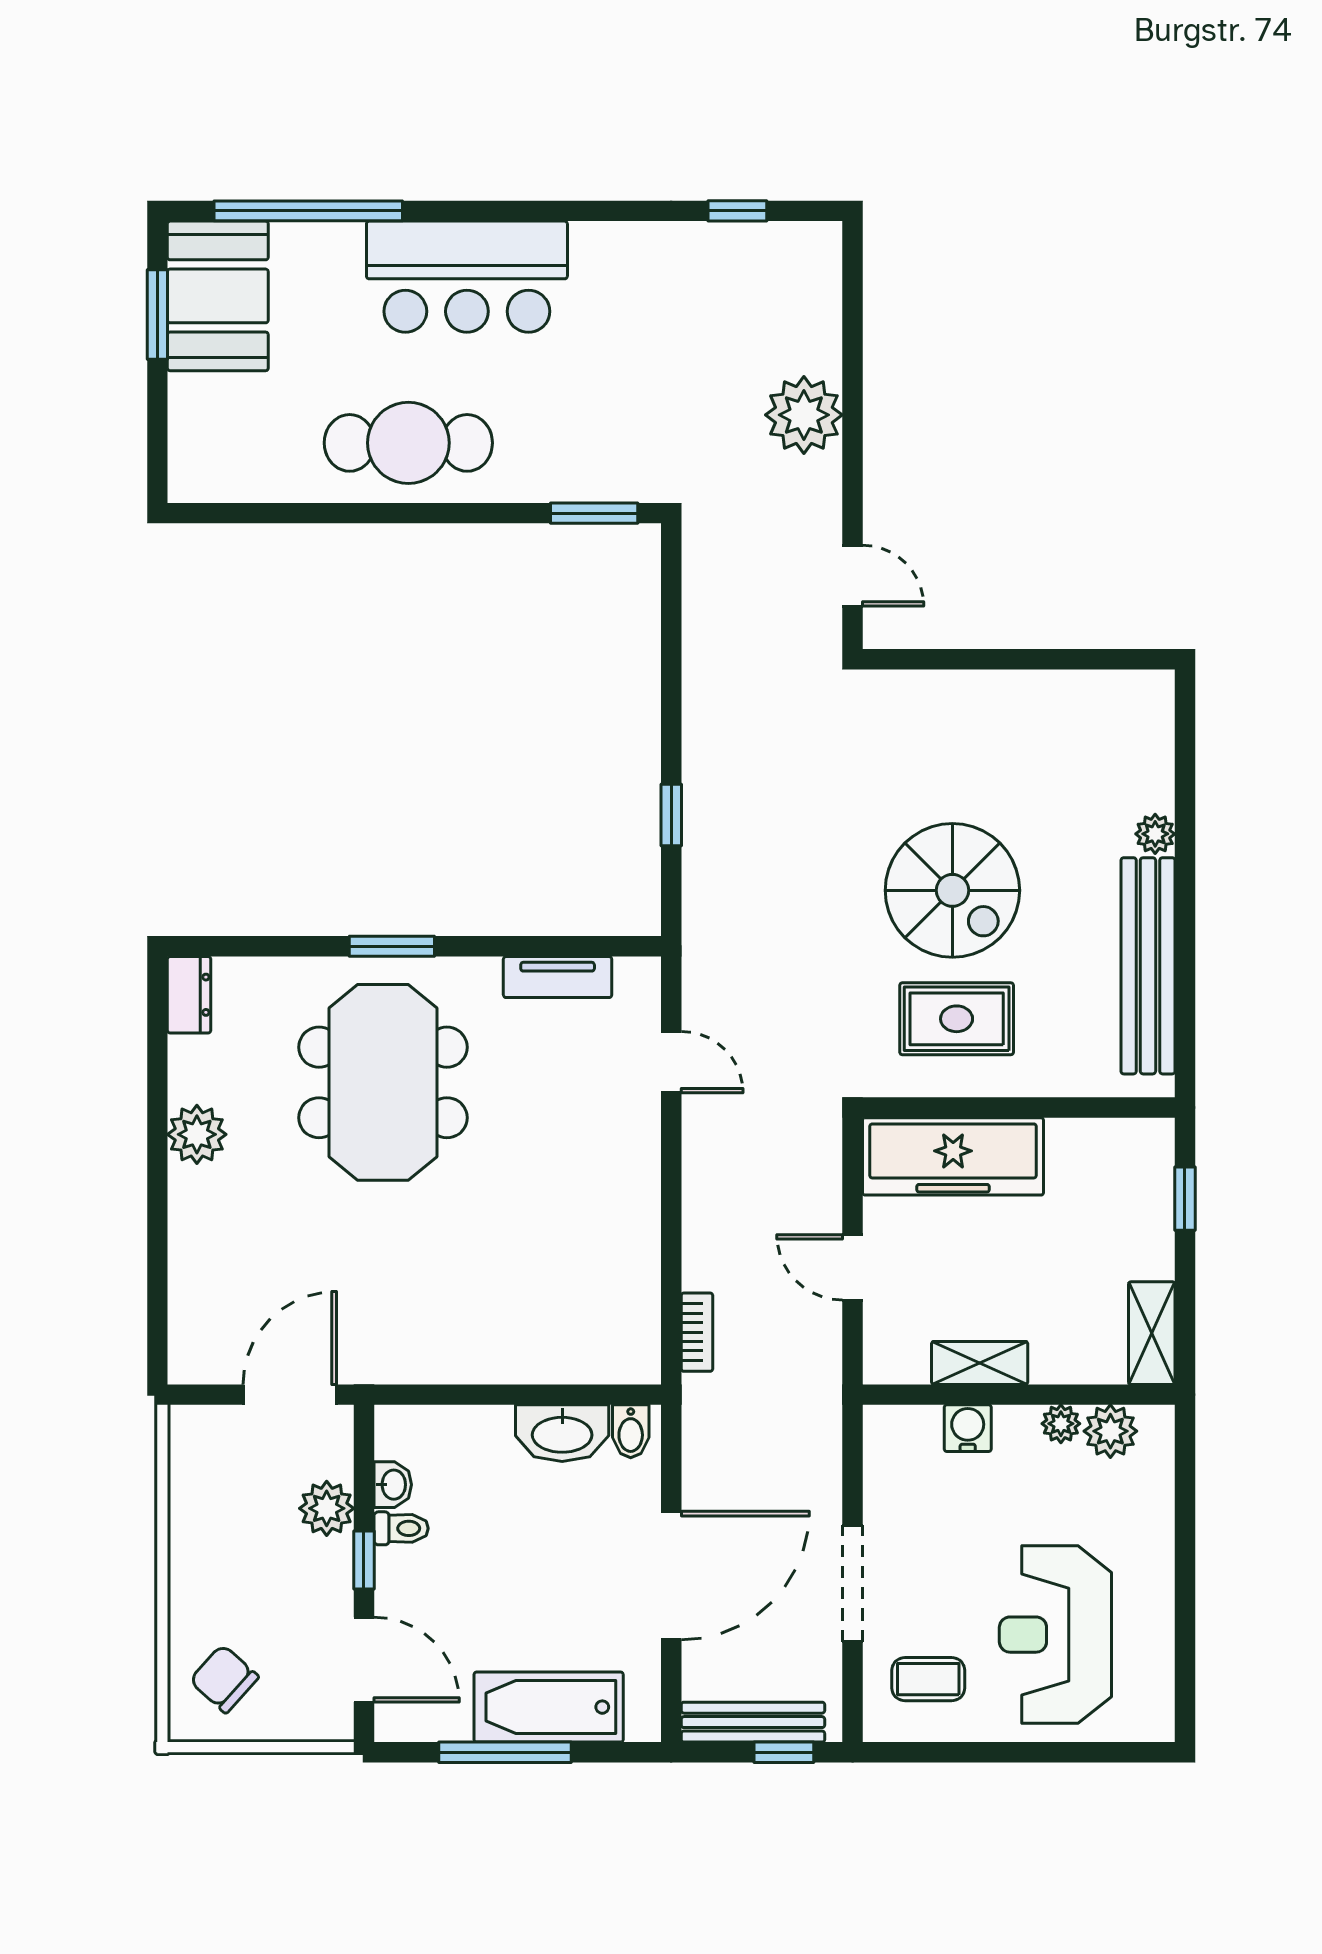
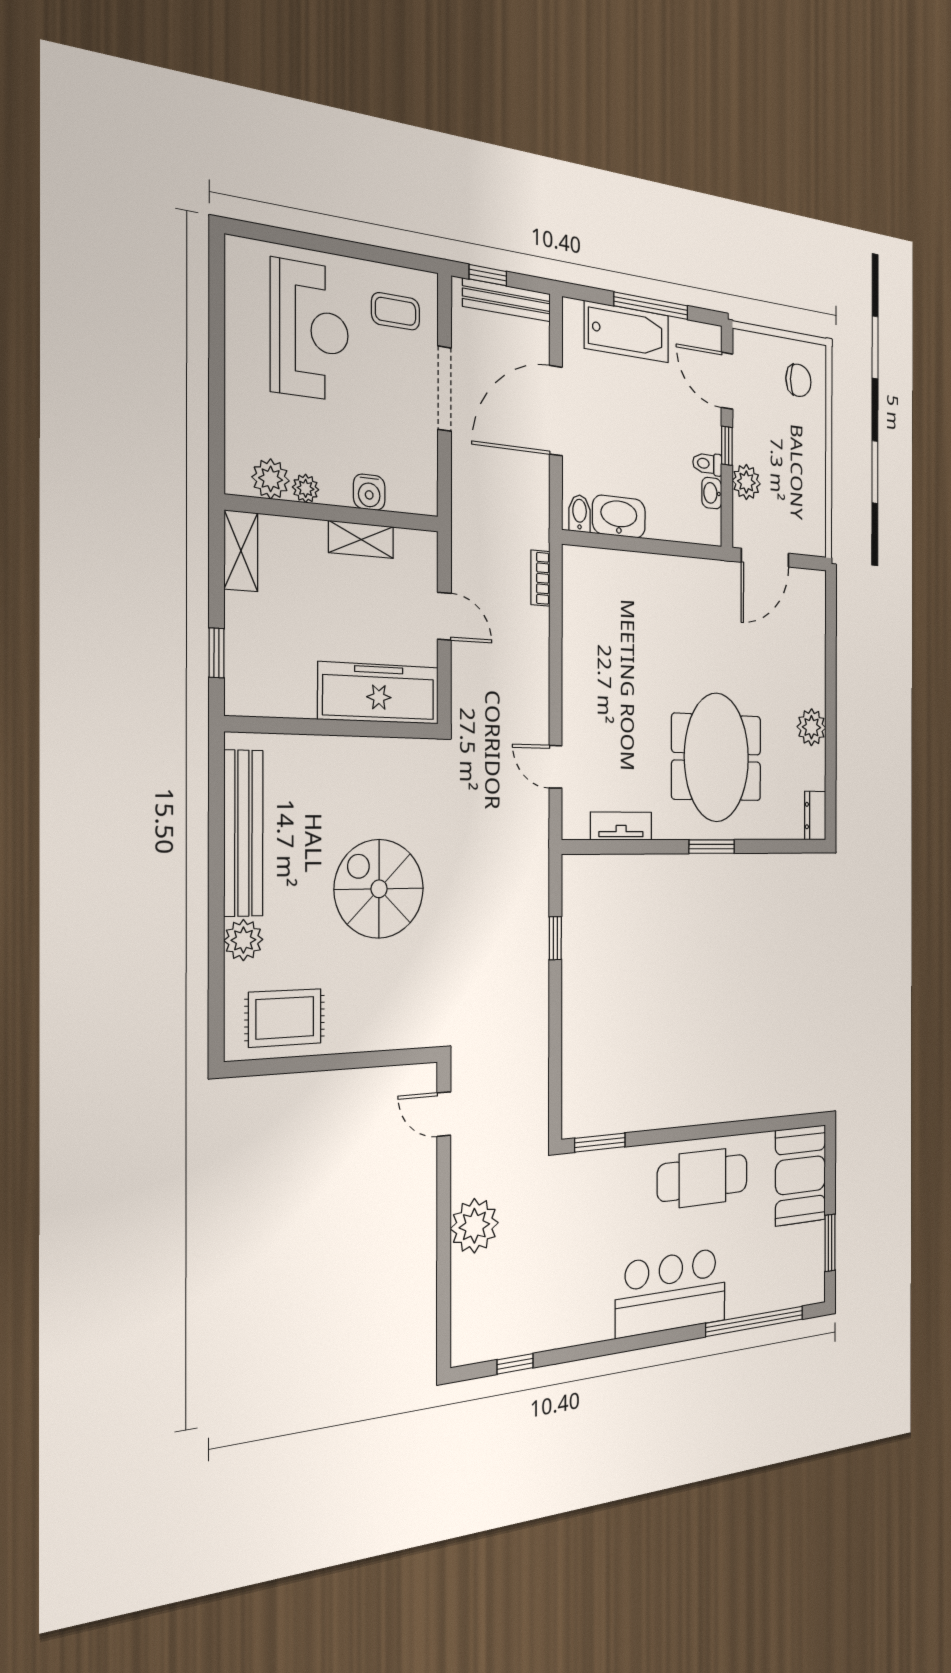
booth: (218, 296) -> (801, 1175), moved
plant: (1155, 834) -> (243, 940), width x1.38, depth x1.38
rug: (957, 1019) -> (285, 1018), moved
chair: (224, 1679) -> (798, 380), turned -42

